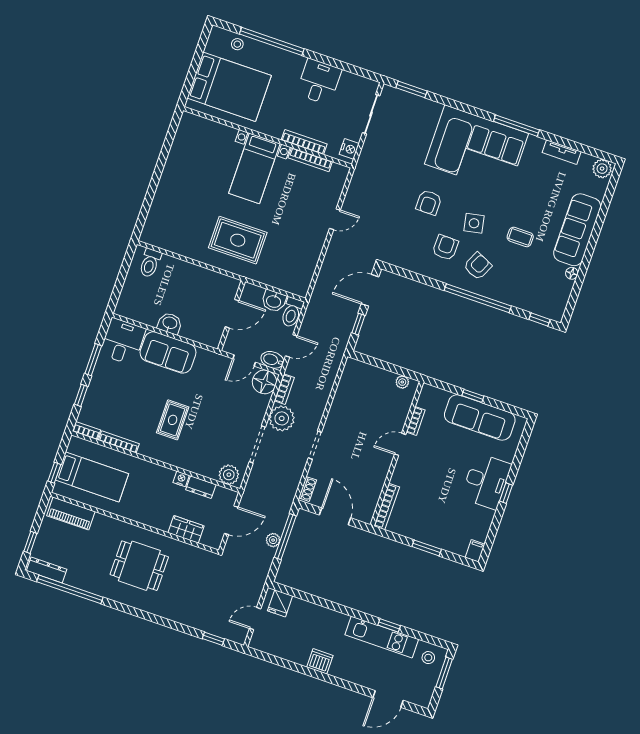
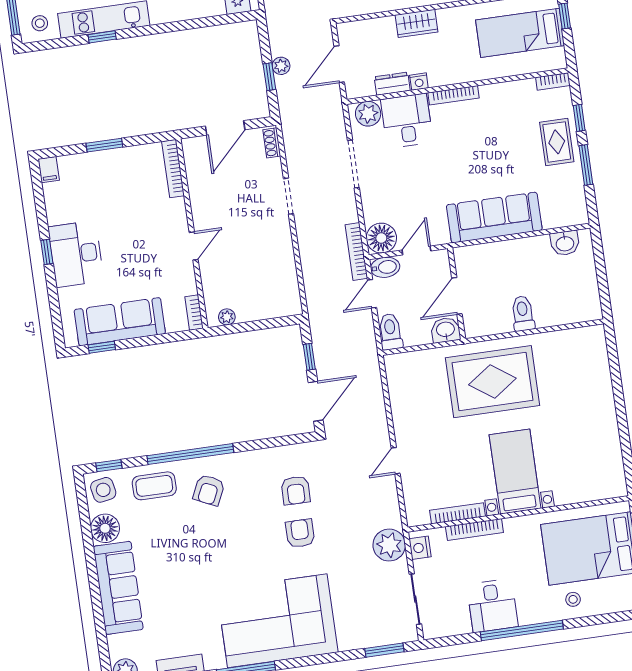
window: (272, 41) -> (522, 630), moved
stool: (237, 44) -> (573, 599), moved
side table: (474, 223) -> (103, 490), moved
coffee table: (520, 237) -> (154, 486), moved, width x1.36, depth x1.30
rug: (238, 240) -> (492, 382), width x1.37, depth x1.44
armchair: (445, 248) -> (296, 490), moved
toilet: (150, 263) -> (523, 313), moved
floor lamp: (572, 273) -> (105, 528), width x1.89, depth x1.89
washbasin: (274, 301) -> (446, 330), moved
washbasin: (170, 323) -> (565, 243), moved
desk: (123, 341) -> (407, 121), moved, turned 180
sofa: (168, 352) -> (494, 218), width x1.36
bookcase: (284, 389) -> (356, 251), width x1.56
window: (473, 396) -> (102, 347), moved
plant: (282, 418) -> (389, 545), moved
rug: (173, 420) -> (557, 142), moved
bookcase: (416, 421) -> (194, 313), moved
bookcase: (119, 442) -> (454, 95), moved
door: (335, 516) -> (225, 128), hinge flipped
wardrobe: (186, 529) -> (417, 23), moved
window: (285, 537) -> (269, 77), width x0.46

